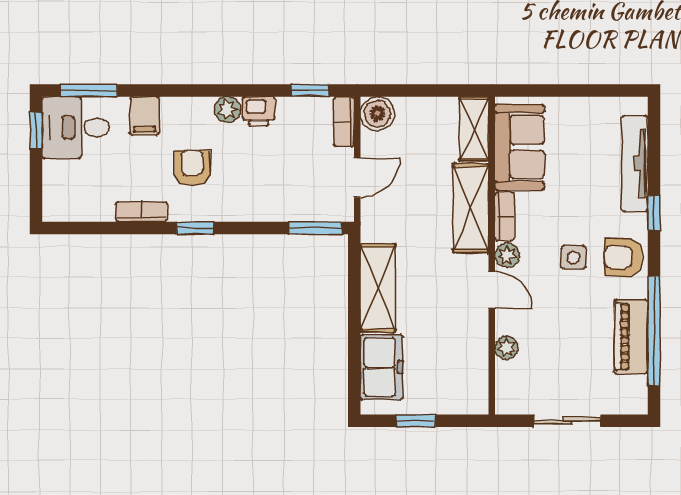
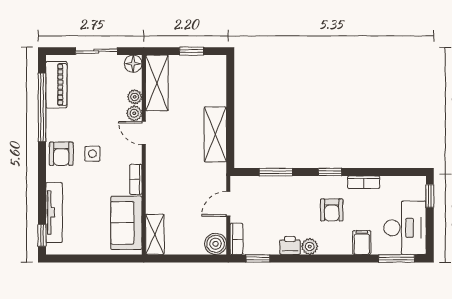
desk: (76, 128) -> (405, 228), width x1.37
window: (36, 130) -> (430, 196), moved
shelving: (471, 208) -> (157, 83), moved
window: (654, 213) -> (42, 235), moved
window: (315, 228) -> (276, 172), moved
plant: (507, 255) -> (134, 113), moved
armchair: (623, 257) -> (61, 154), turned 90
piano: (631, 337) -> (56, 85), moved
freezer: (381, 367) -> (213, 85), removed
floor lamp: (509, 401) -> (133, 64), added

